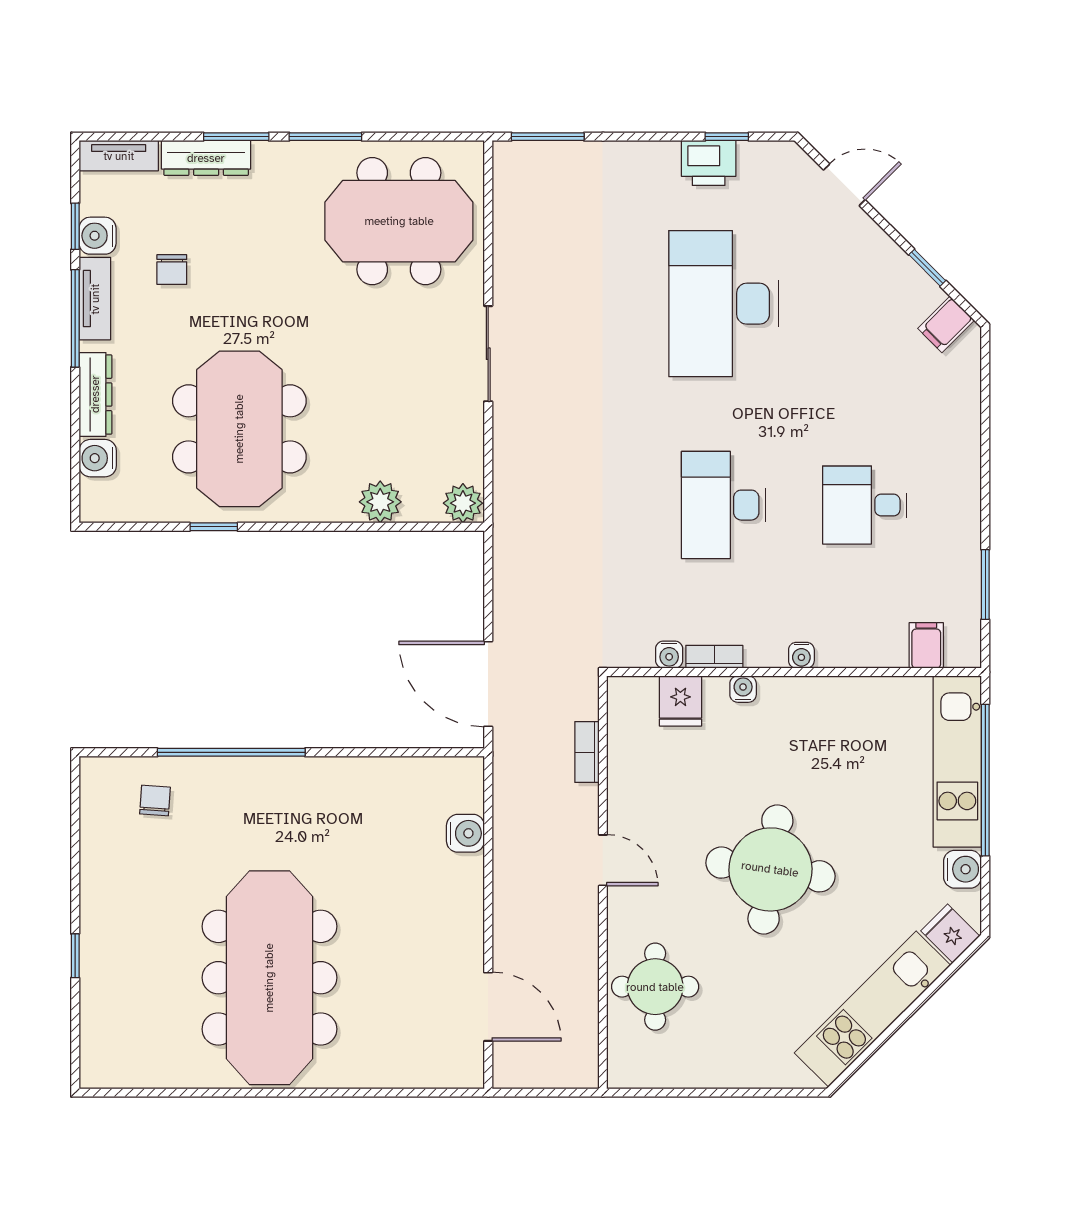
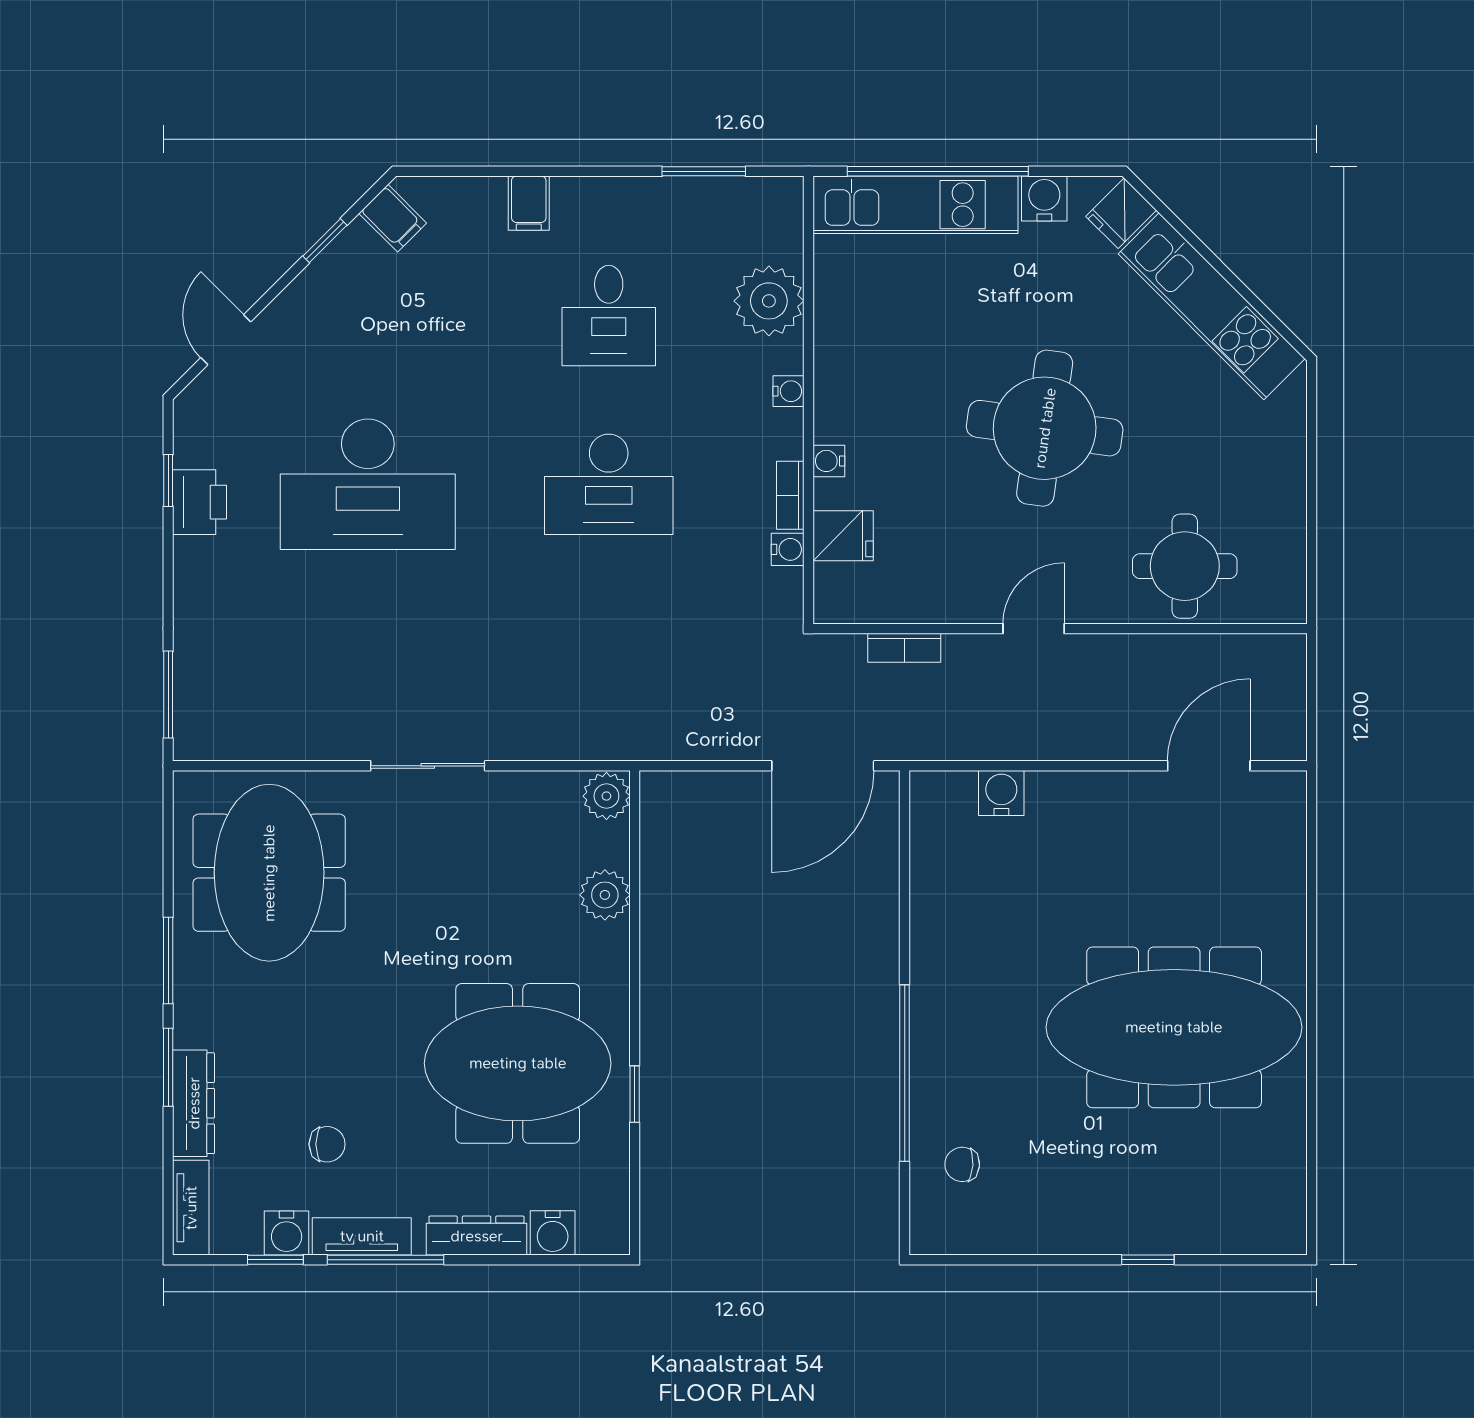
plant: (877, 639) -> (769, 301), added
filing cabinet: (926, 645) -> (529, 203), moved, turned -90

